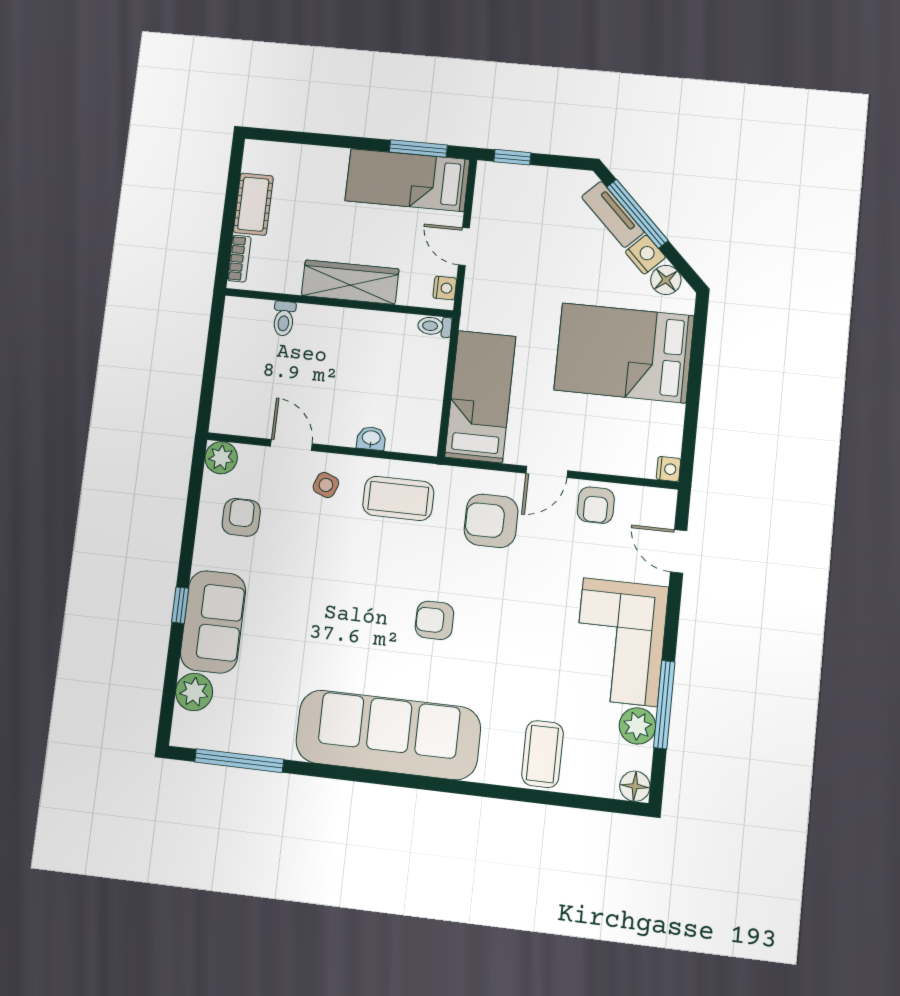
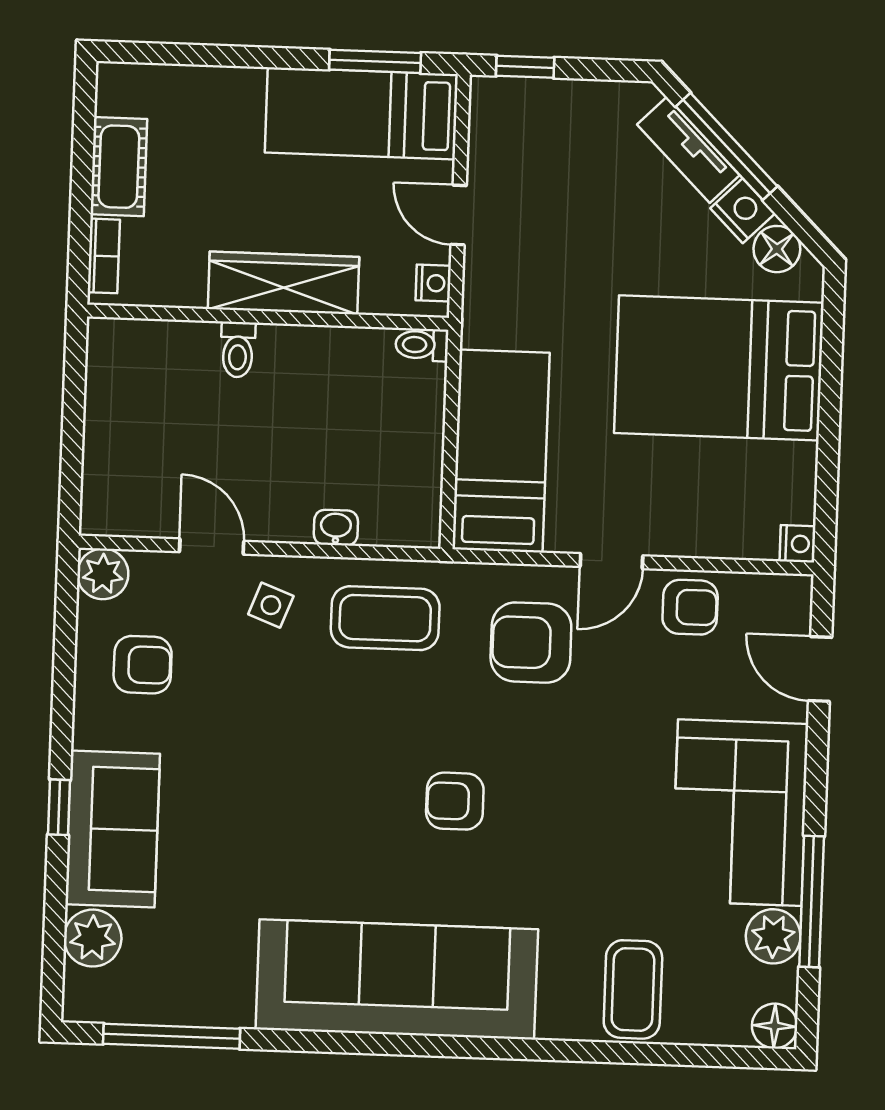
toilet: (284, 319) -> (238, 350), moved
armchair: (596, 505) -> (690, 607), turned -90
armchair: (241, 517) -> (143, 665), turned 90

